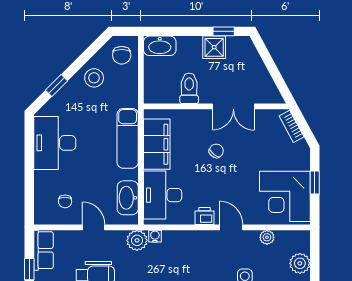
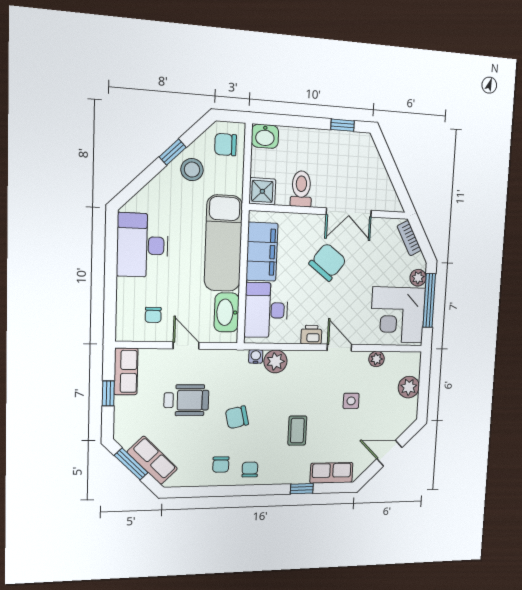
washbasin: (160, 46) -> (265, 136), width x0.72
shower: (214, 47) -> (262, 191), moved
chair: (122, 55) -> (226, 145), turned 90
window: (56, 86) -> (173, 152), moved
exam couch: (128, 138) -> (223, 243), width x1.36, depth x1.45
chair: (216, 151) -> (328, 262), width x1.87, depth x1.87
plant: (302, 162) -> (418, 278), added
window: (315, 182) -> (429, 300), width x2.17
plant: (137, 240) -> (275, 361), moved

